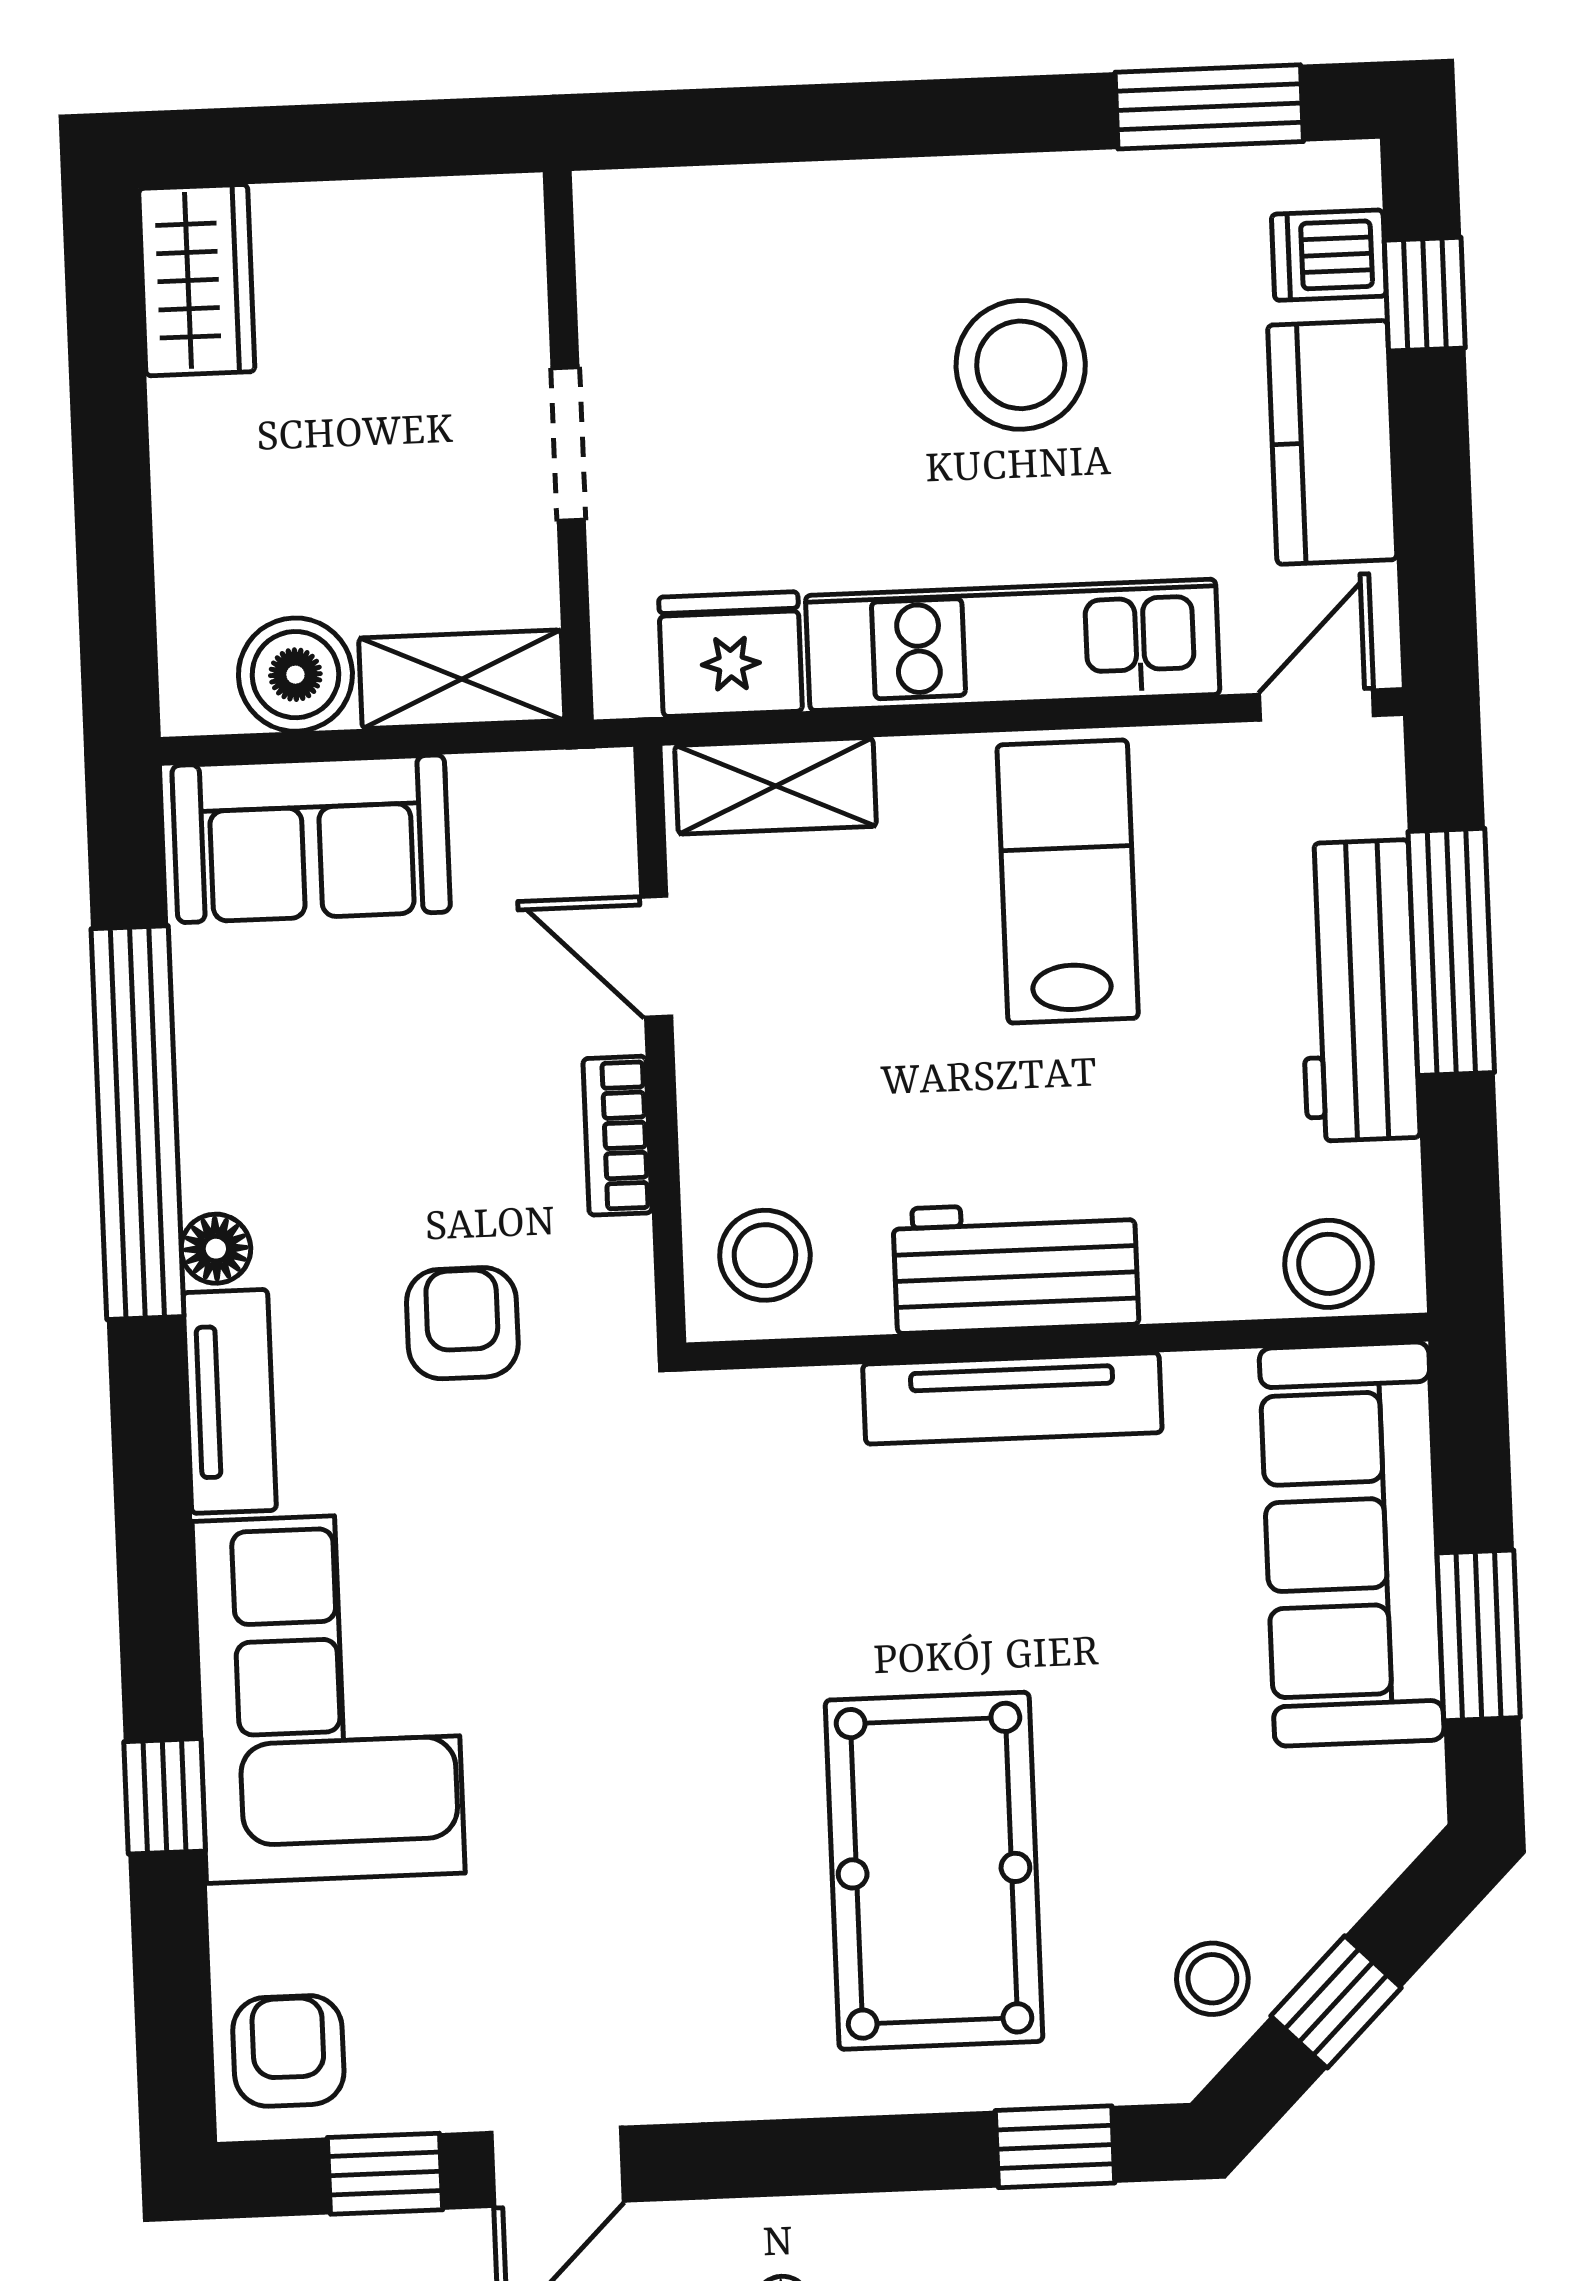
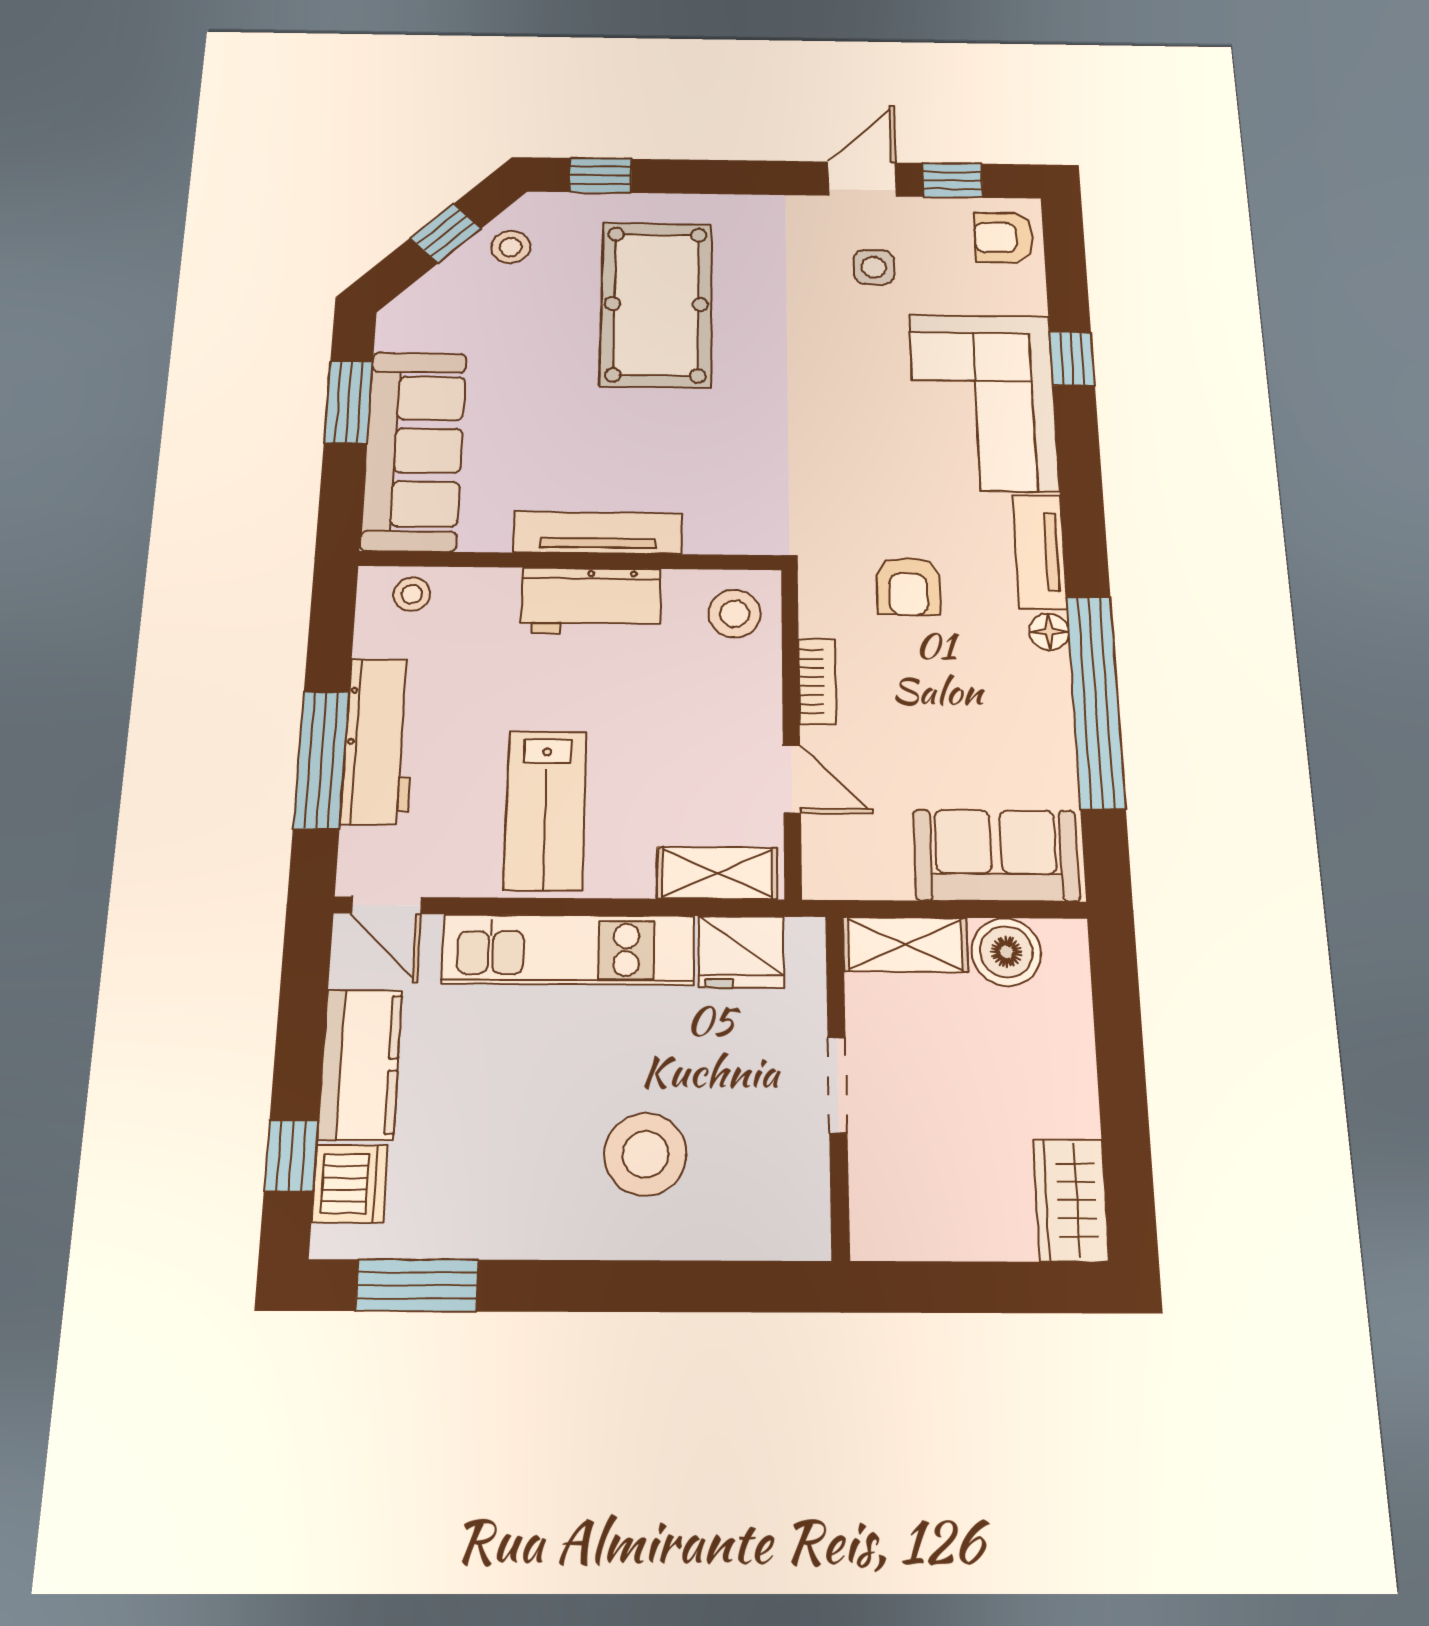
dishwasher: (1329, 255) -> (350, 1184), width x1.38
stool: (1021, 365) -> (645, 1154), moved
door: (1317, 705) -> (386, 905), hinge flipped
stool: (1329, 1264) -> (412, 594), width x0.73, depth x0.73
side table: (532, 1972) -> (874, 267), added
armchair: (288, 2051) -> (1004, 238), turned 90

